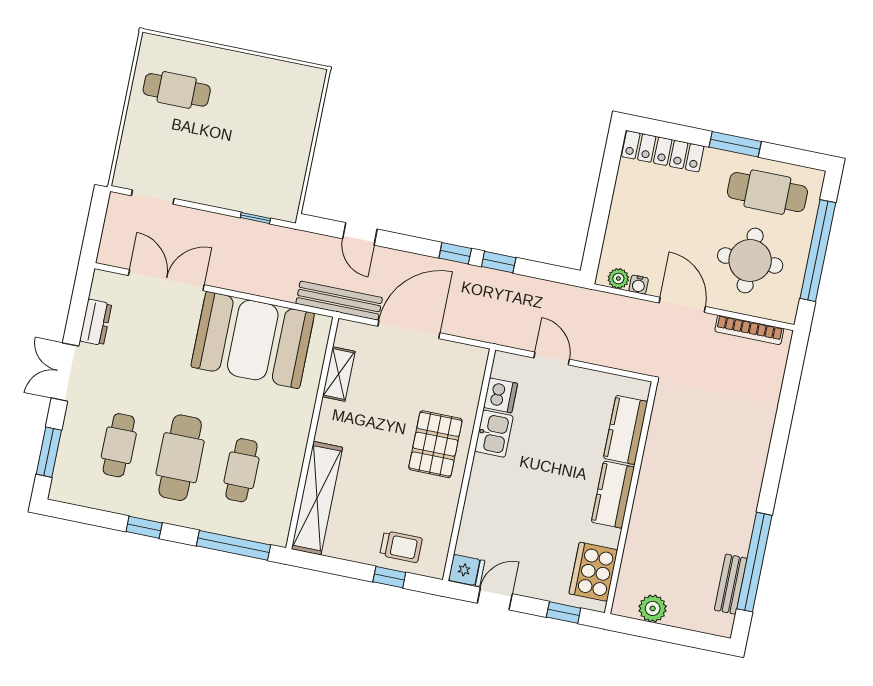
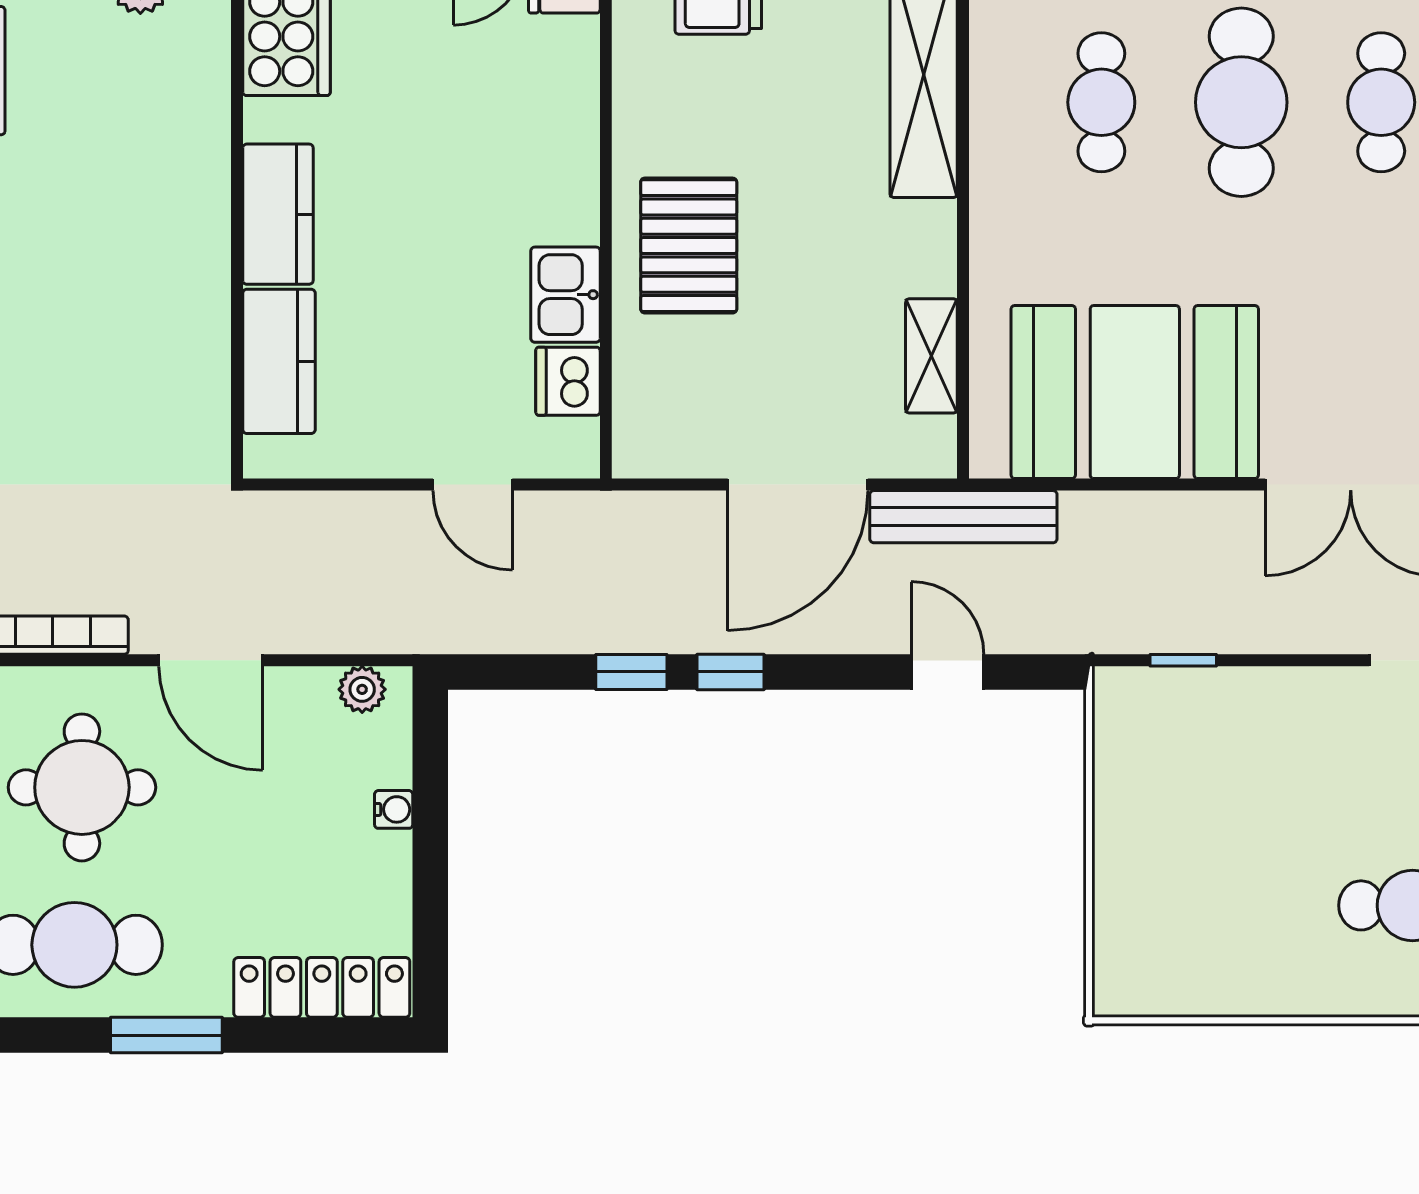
water cooler: (639, 285) -> (394, 809), moved, turned 90

